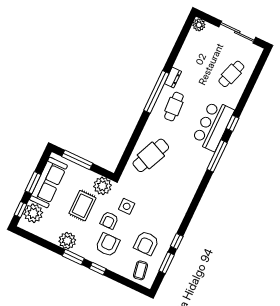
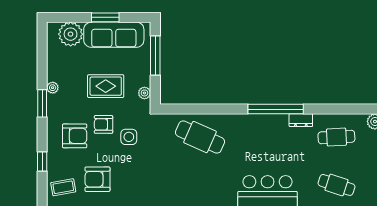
cafe table: (174, 107) -> (336, 137), moved
plant: (103, 186) -> (144, 93), width x0.53, depth x0.53
window: (20, 209) -> (68, 17), removed
plant: (67, 241) -> (53, 88), width x0.53, depth x0.53
window: (98, 269) -> (42, 161), moved

